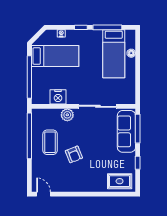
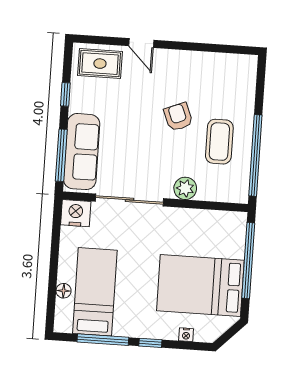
bed: (55, 56) -> (200, 286), width x1.50
nightstand: (58, 97) -> (76, 213), moved
door: (44, 194) -> (141, 43), moved

